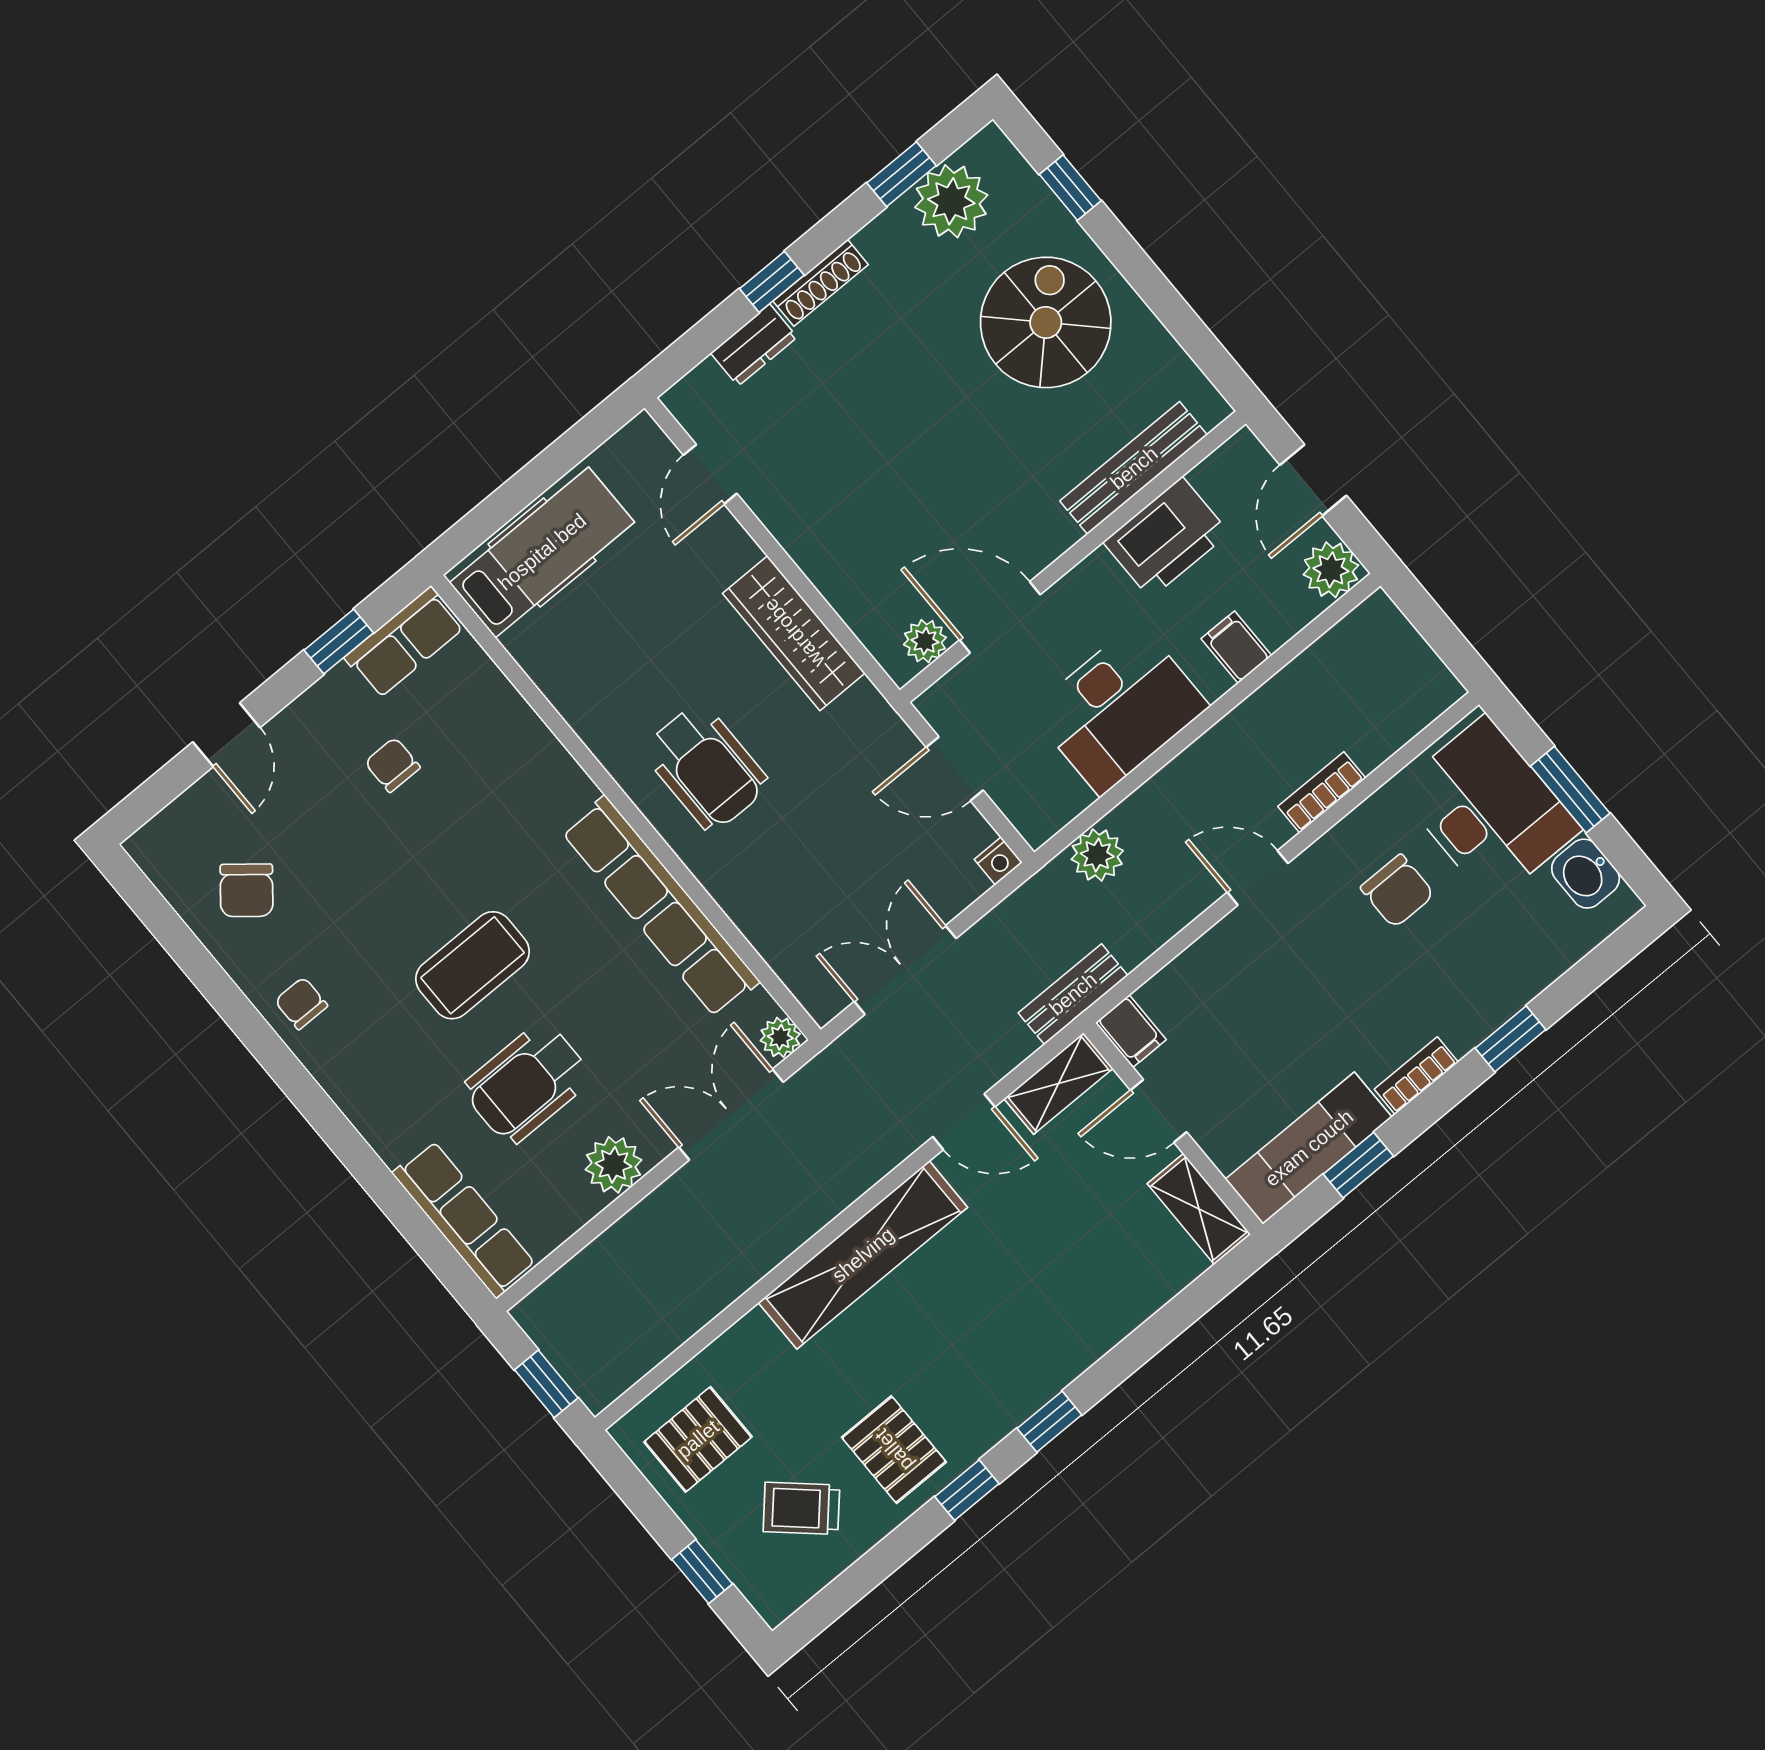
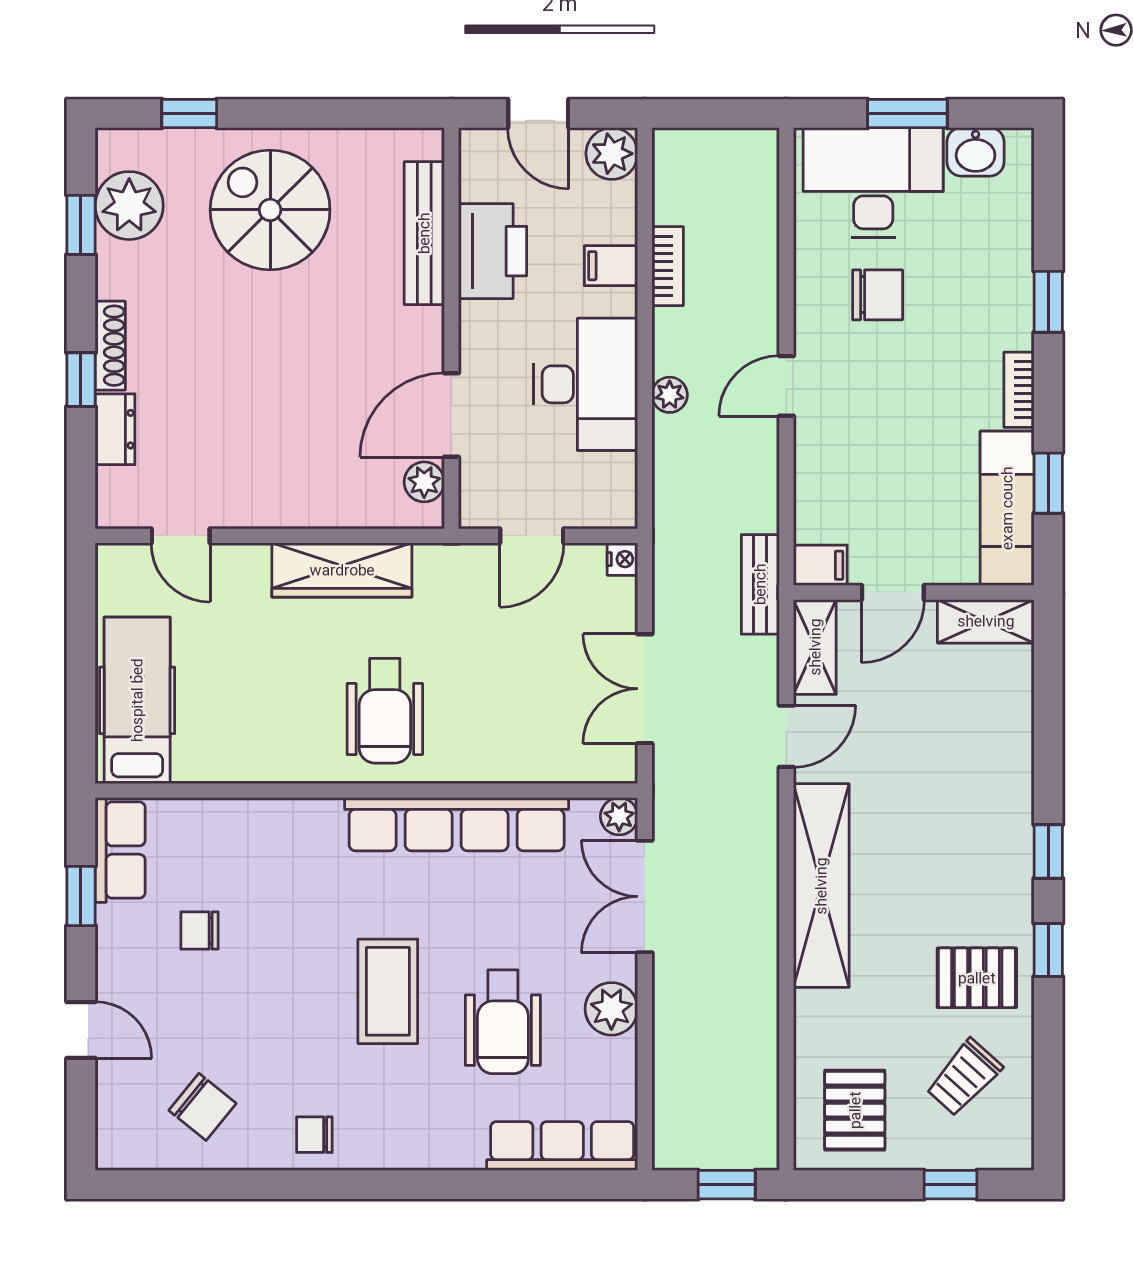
wheelchair: (706, 767) -> (385, 711), turned 90
bookcase: (1322, 792) -> (668, 266), moved, turned 180
plant: (1097, 855) -> (670, 395), moved, width x0.73, depth x0.73

